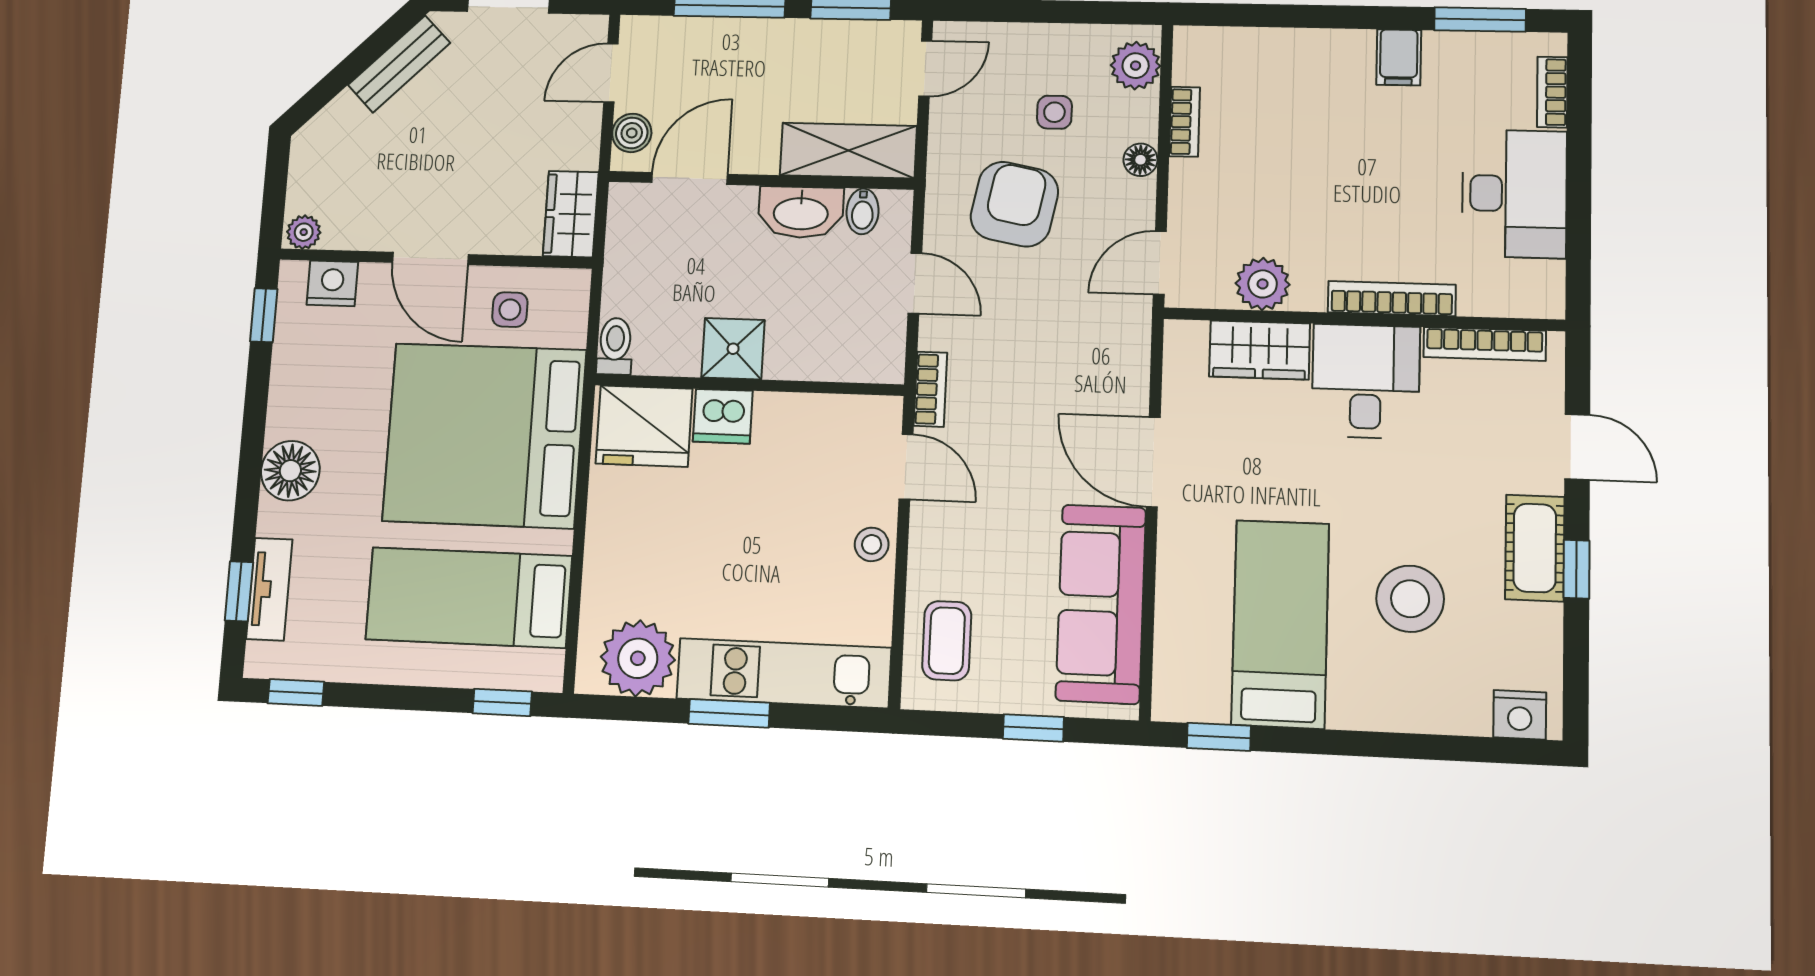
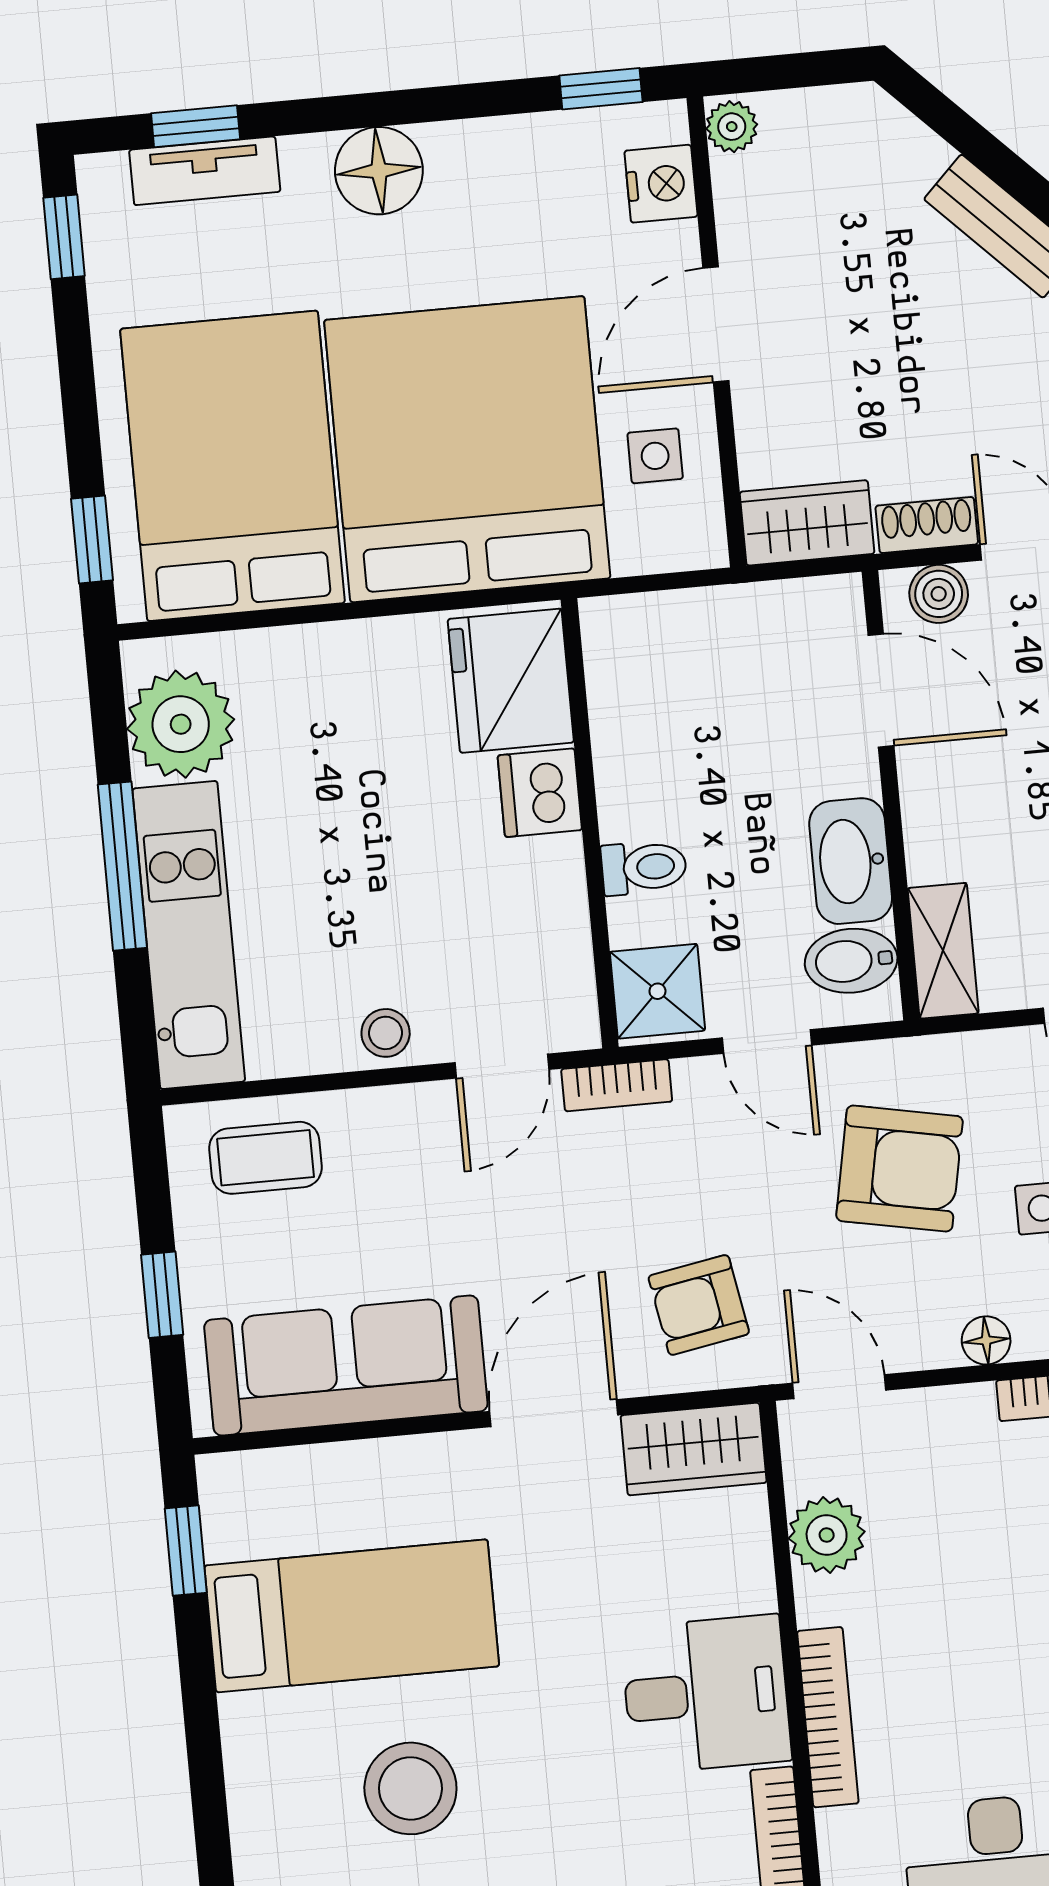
shoe rack: (585, 135) -> (927, 525), added
shelving: (848, 151) -> (943, 951), width x0.67, depth x0.75
bidet: (863, 211) -> (851, 961), width x1.38, depth x1.36
door: (915, 283) -> (767, 1041), hinge flipped
toilet: (615, 346) -> (644, 867), moved
shower: (733, 349) -> (657, 991), moved
wardrobe: (1260, 350) -> (694, 1449), moved, turned -90
armchair: (1090, 352) -> (699, 1305), added
bed: (469, 598) -> (233, 466), width x1.50
window: (729, 713) -> (122, 866), width x1.44

